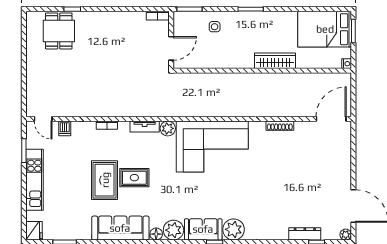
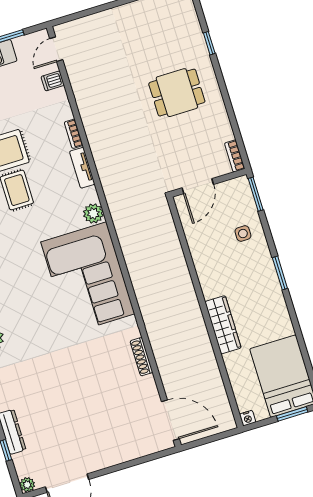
dining table: (59, 31) -> (177, 93), moved
door: (171, 48) -> (198, 186), hinge flipped
tv unit: (145, 126) -> (82, 168), moved

